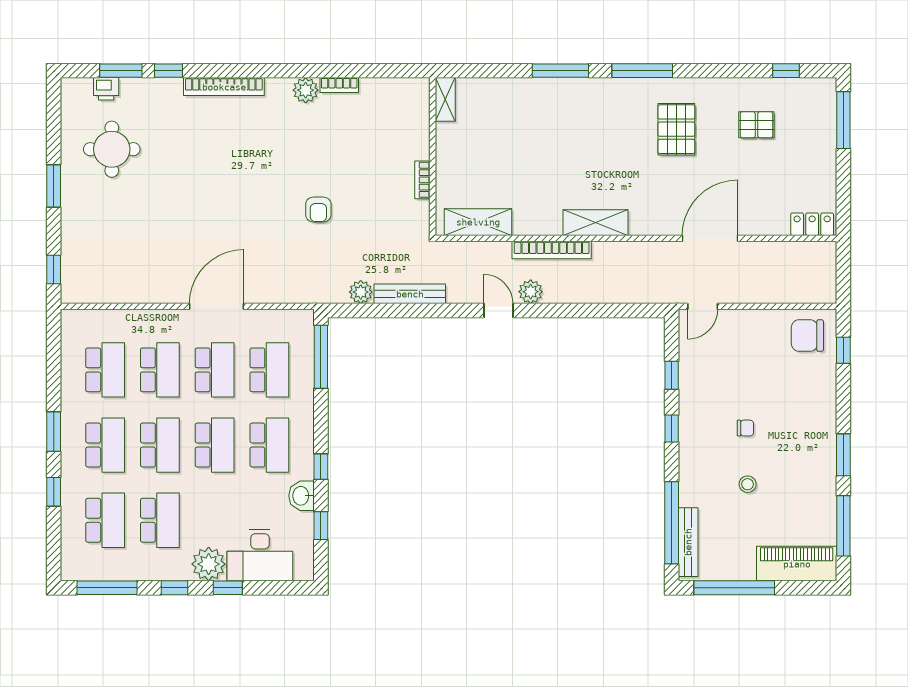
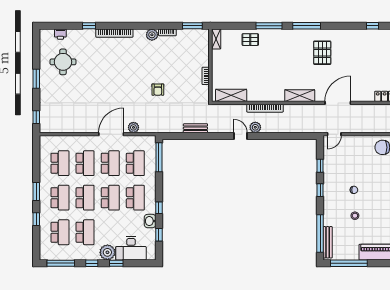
window: (121, 71) -> (192, 26), moved
pallet: (756, 125) -> (250, 40), moved
shelving: (596, 223) -> (300, 96), moved
plant: (361, 292) -> (133, 127), moved
bench: (410, 294) -> (195, 128), width x0.73

